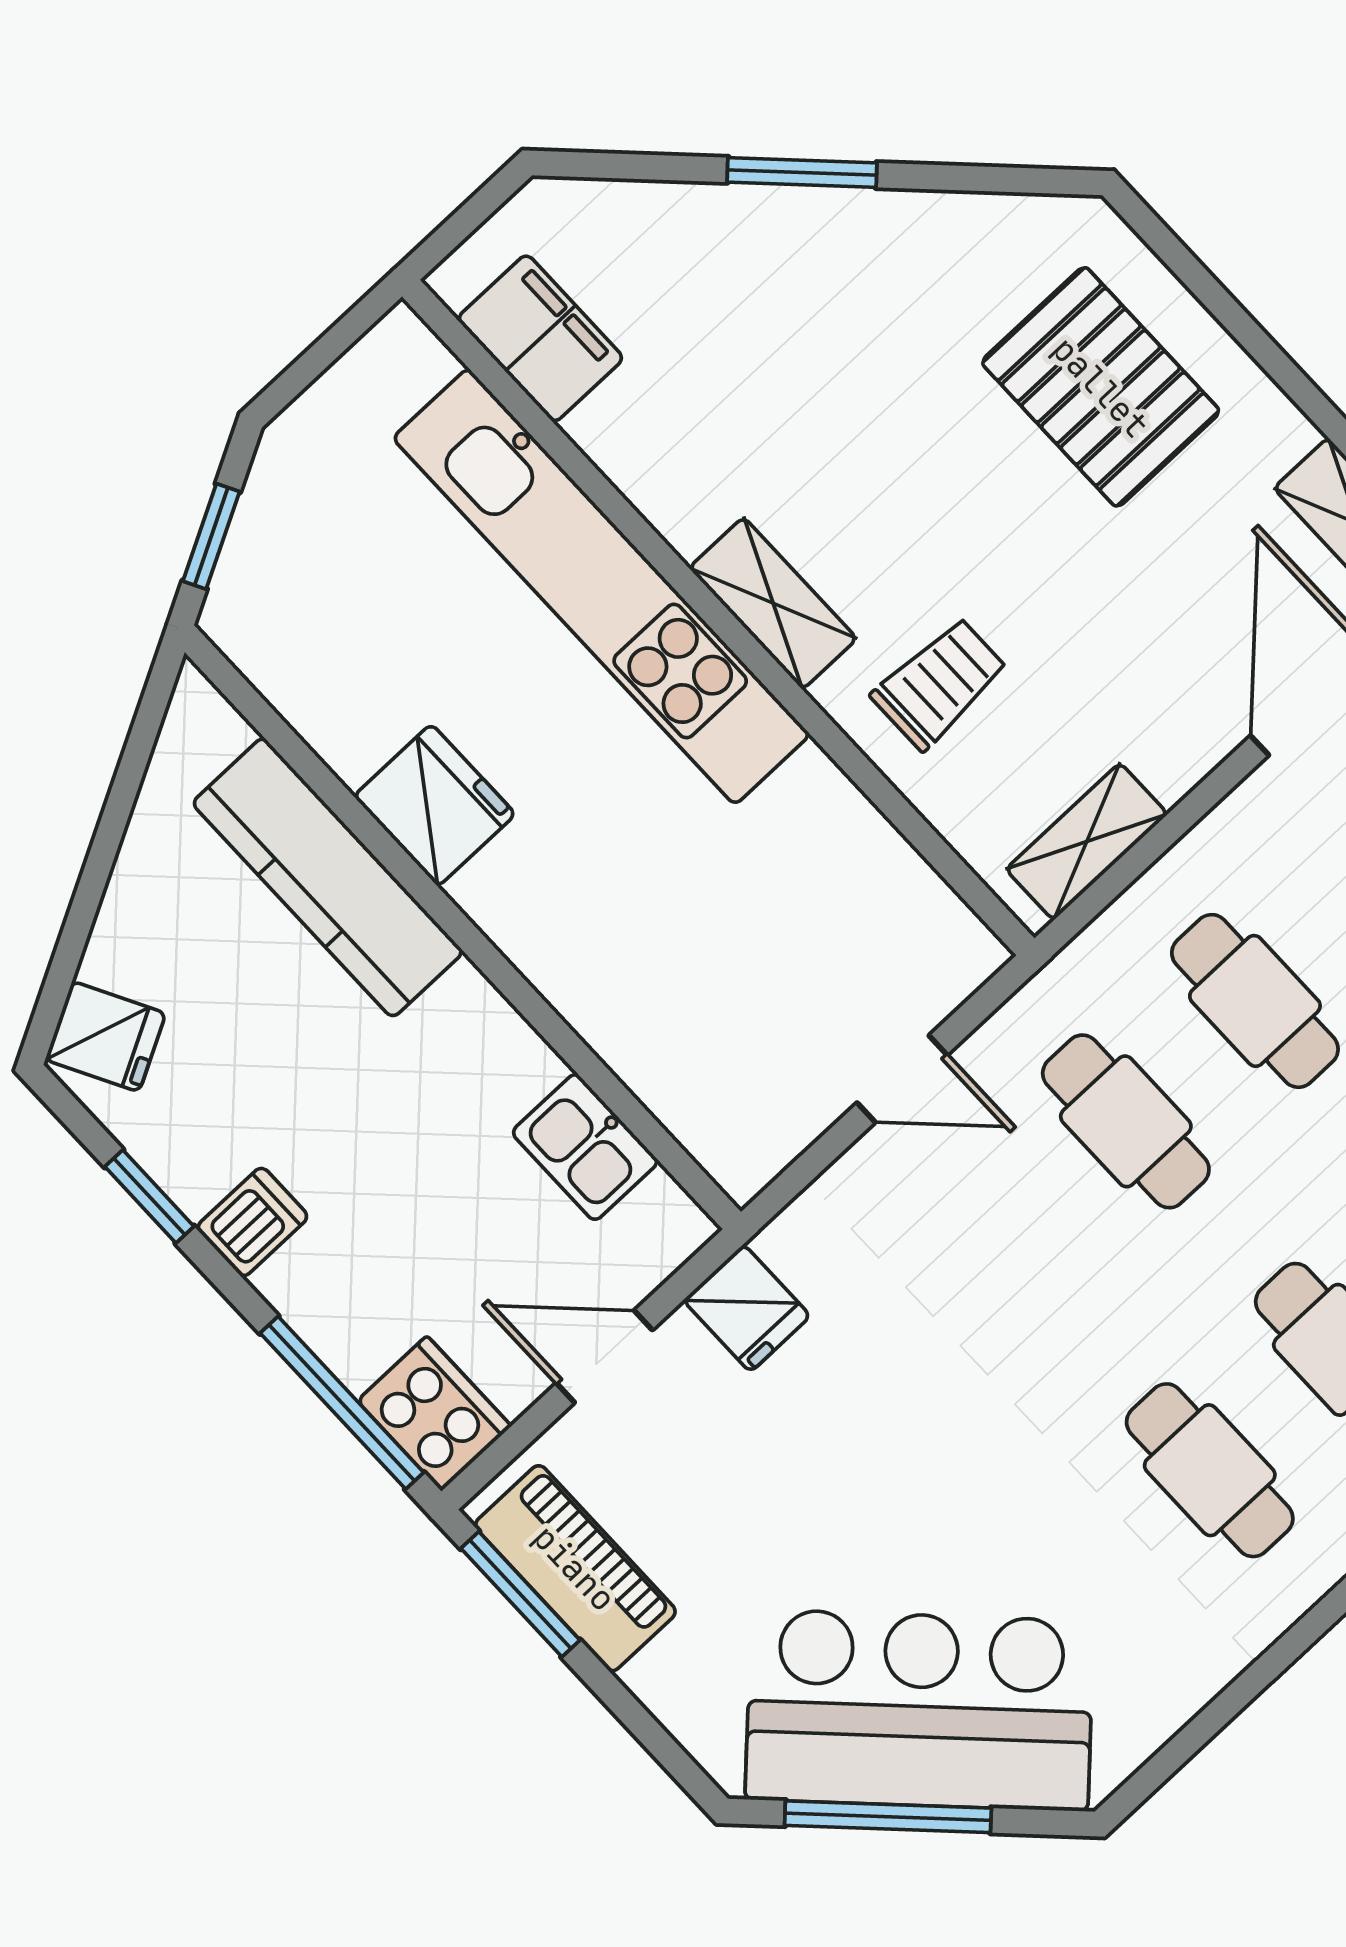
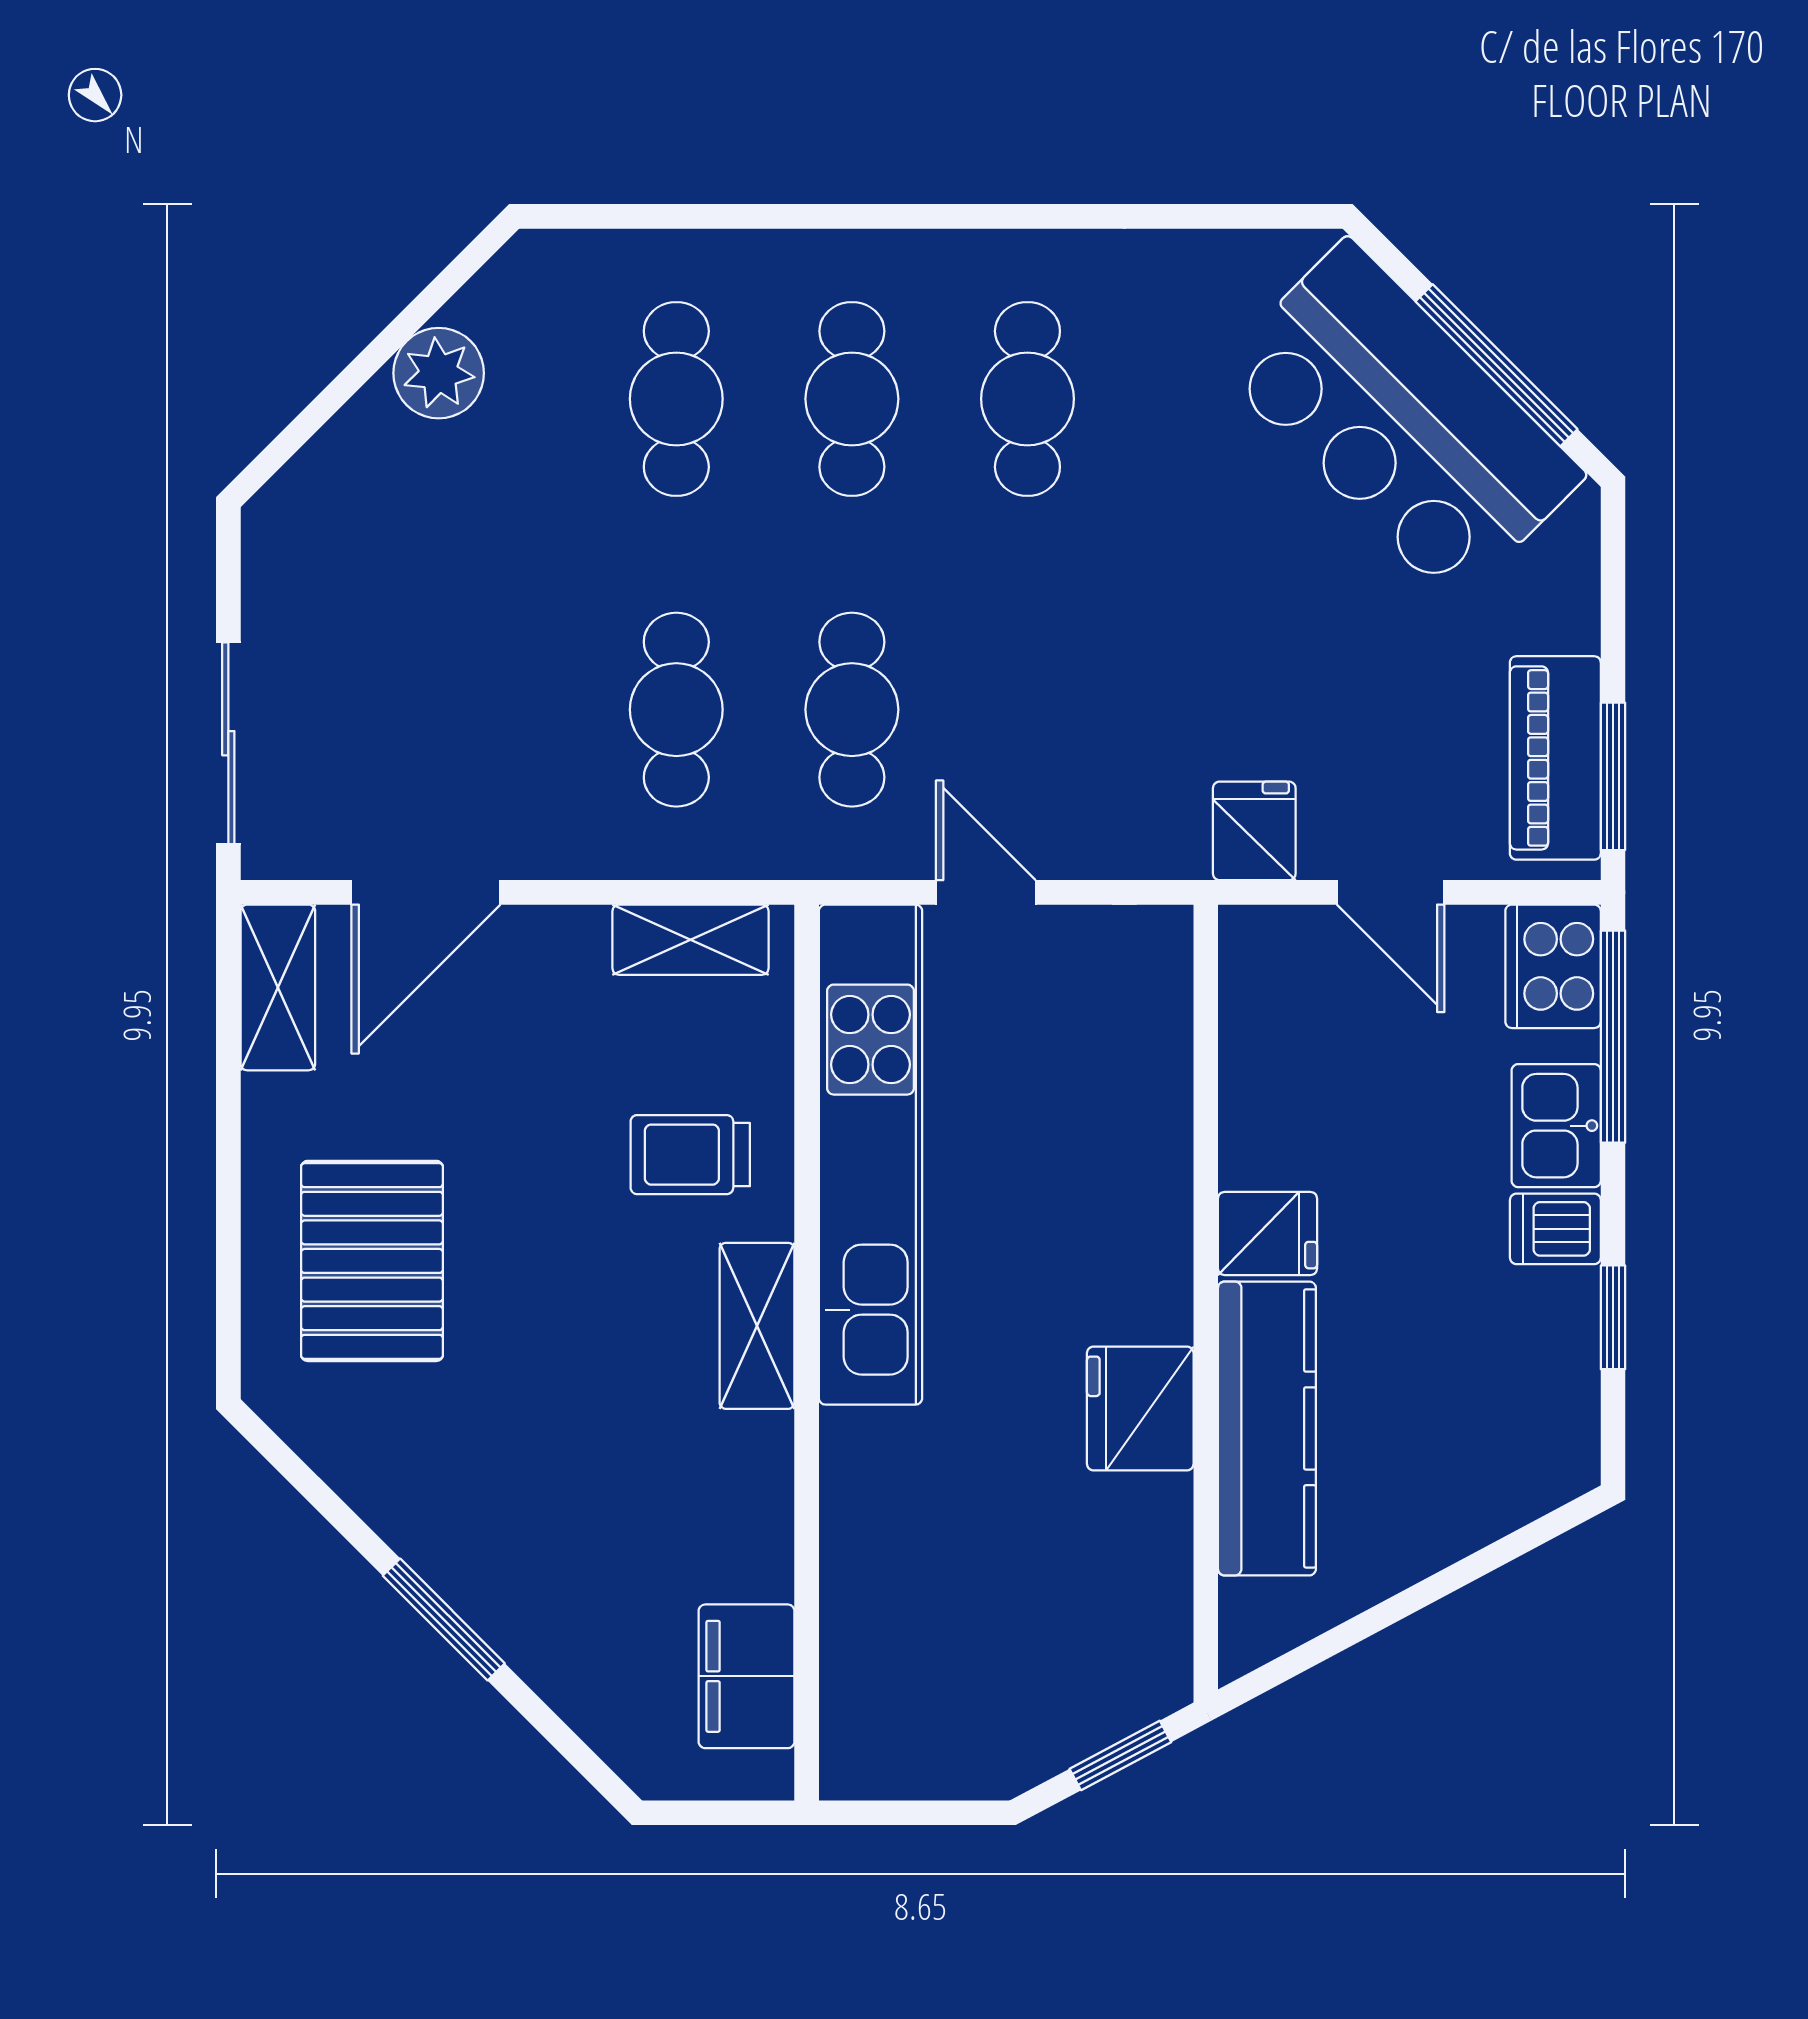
kitchen unit: (601, 586) -> (871, 1155), moved
fridge: (105, 1037) -> (1267, 1233), moved, turned 118
kitchen sink: (585, 1147) -> (1556, 1126), moved, turned 180

